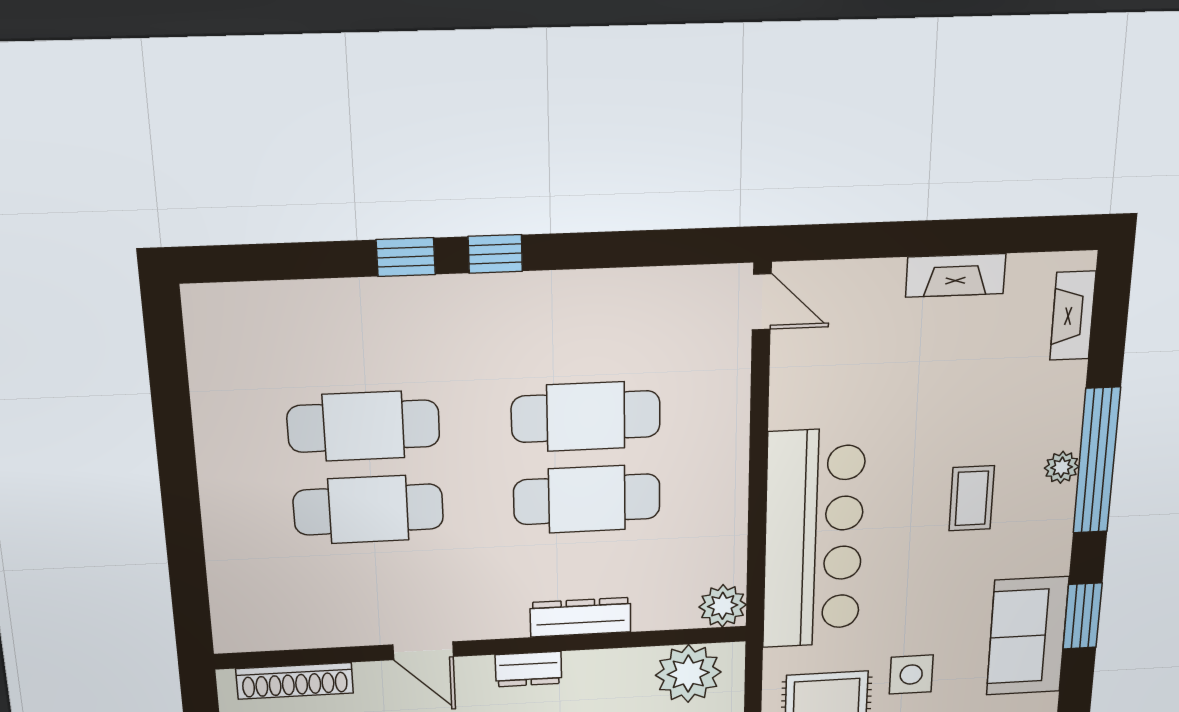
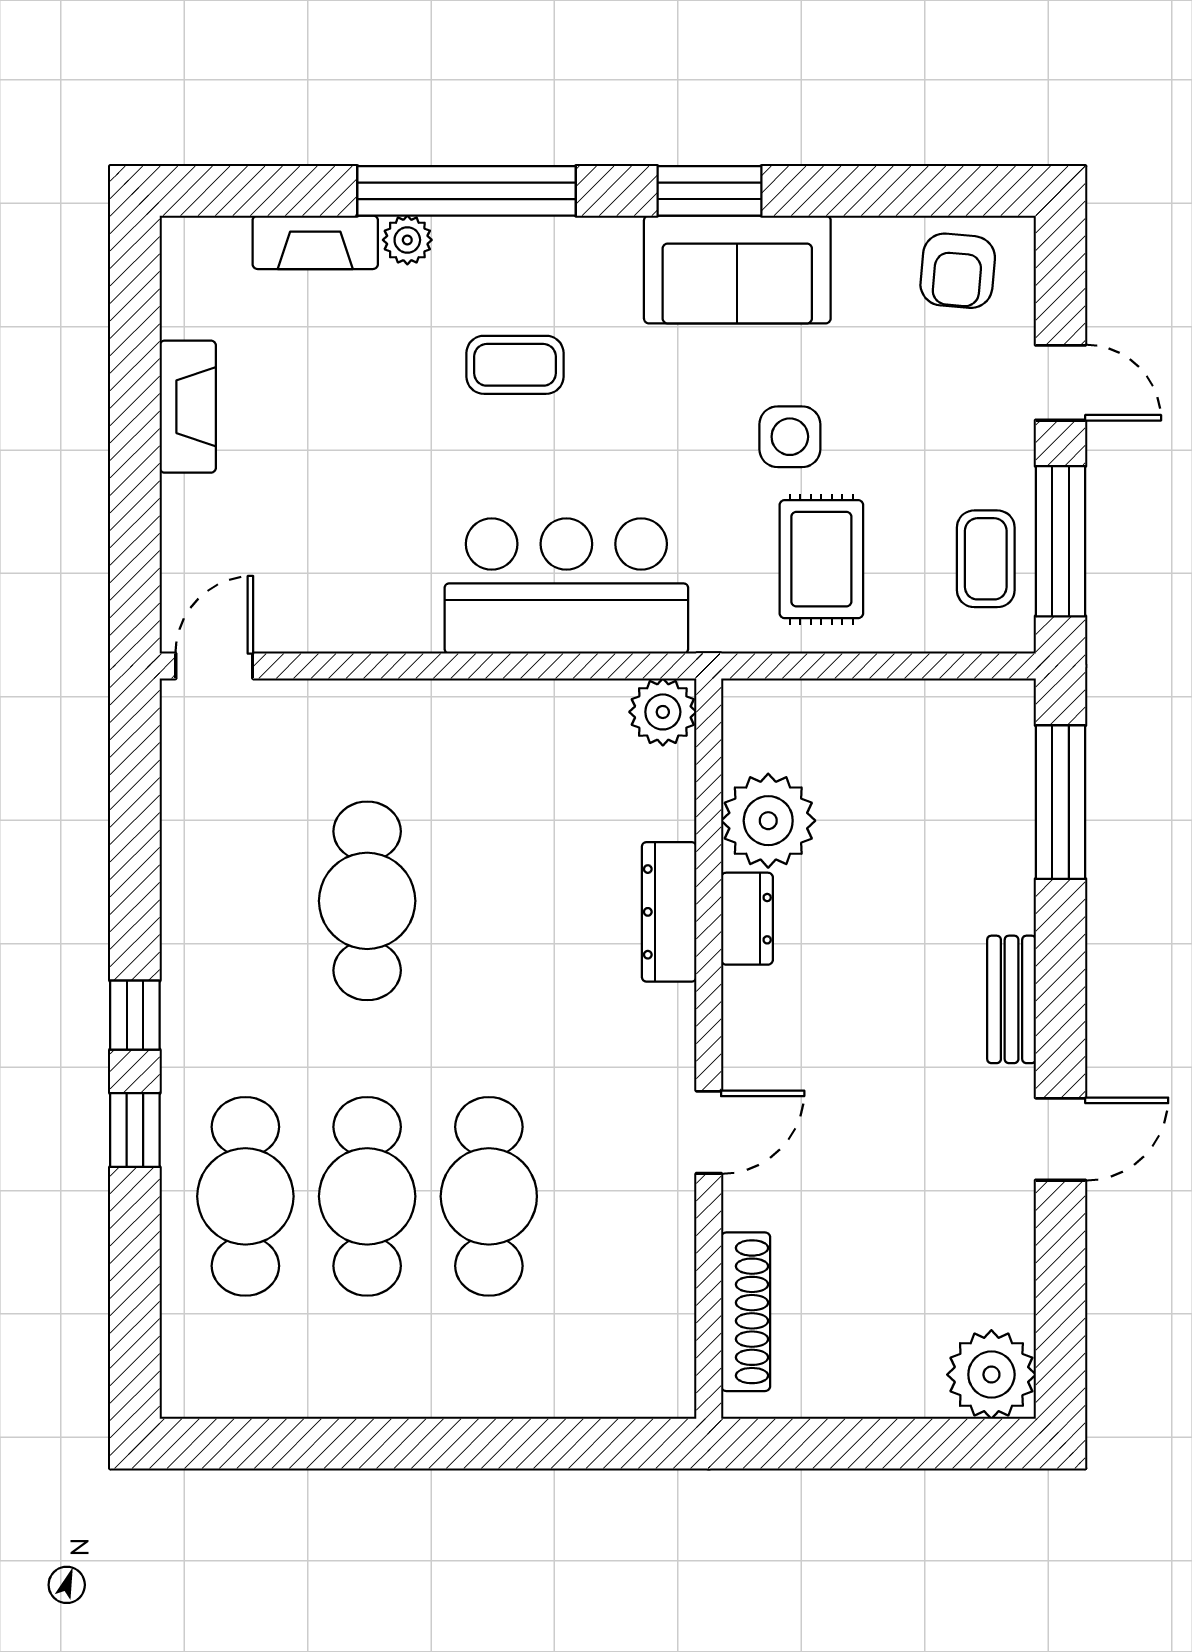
fireplace: (1073, 316) -> (315, 242), moved
plant: (1062, 467) -> (407, 240), moved
cafe table: (587, 499) -> (245, 1196), moved
bar counter: (813, 539) -> (566, 586), width x0.73
dresser: (528, 669) -> (747, 919), moved
plant: (688, 674) -> (768, 821), moved

